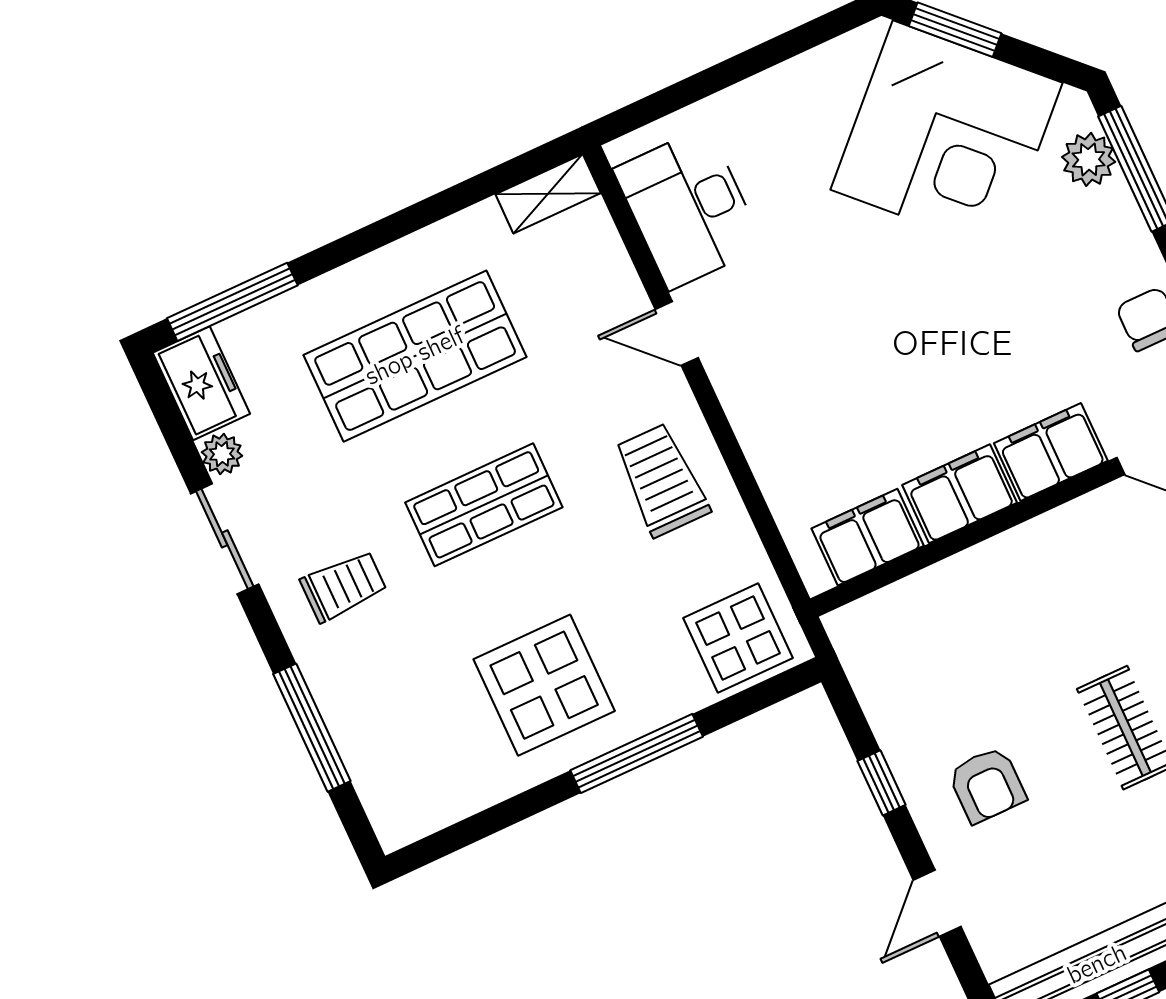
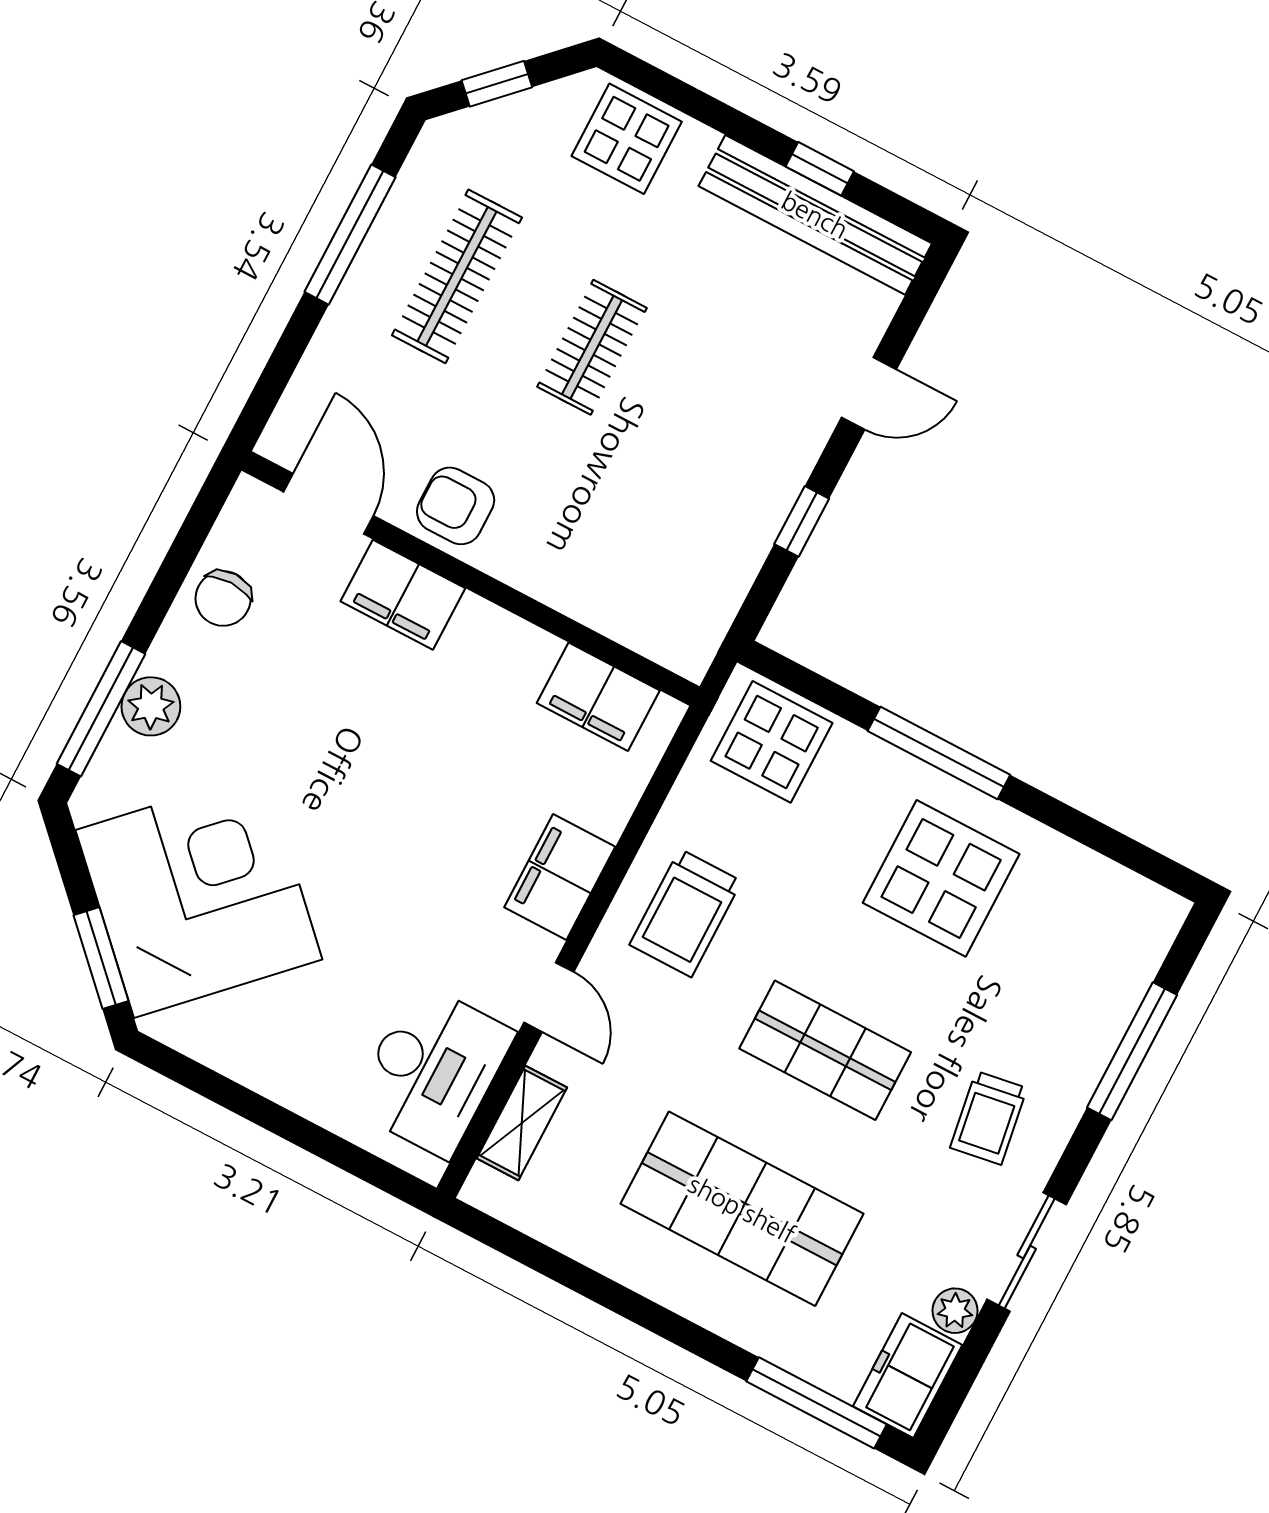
plant: (1089, 159) -> (151, 706), moved
shelving: (548, 194) -> (522, 1123), moved, turned 90
filing cabinet: (960, 494) -> (560, 877), moved, turned 90
trolley: (344, 586) -> (989, 1118), turned -99
armchair: (987, 785) -> (456, 506), moved, turned -90

